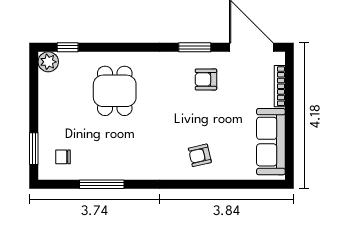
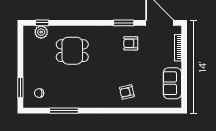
plant: (48, 62) -> (41, 32), moved
dining table: (115, 91) -> (72, 51), turned 90
sofa: (271, 142) -> (172, 83), width x0.73

